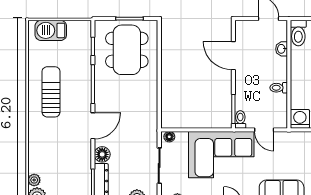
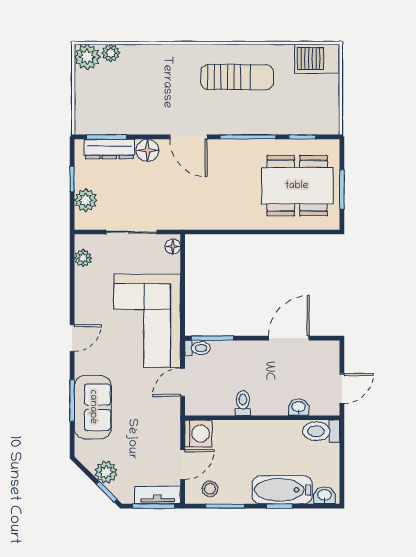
barbecue: (51, 30) -> (317, 59), moved, turned -90

